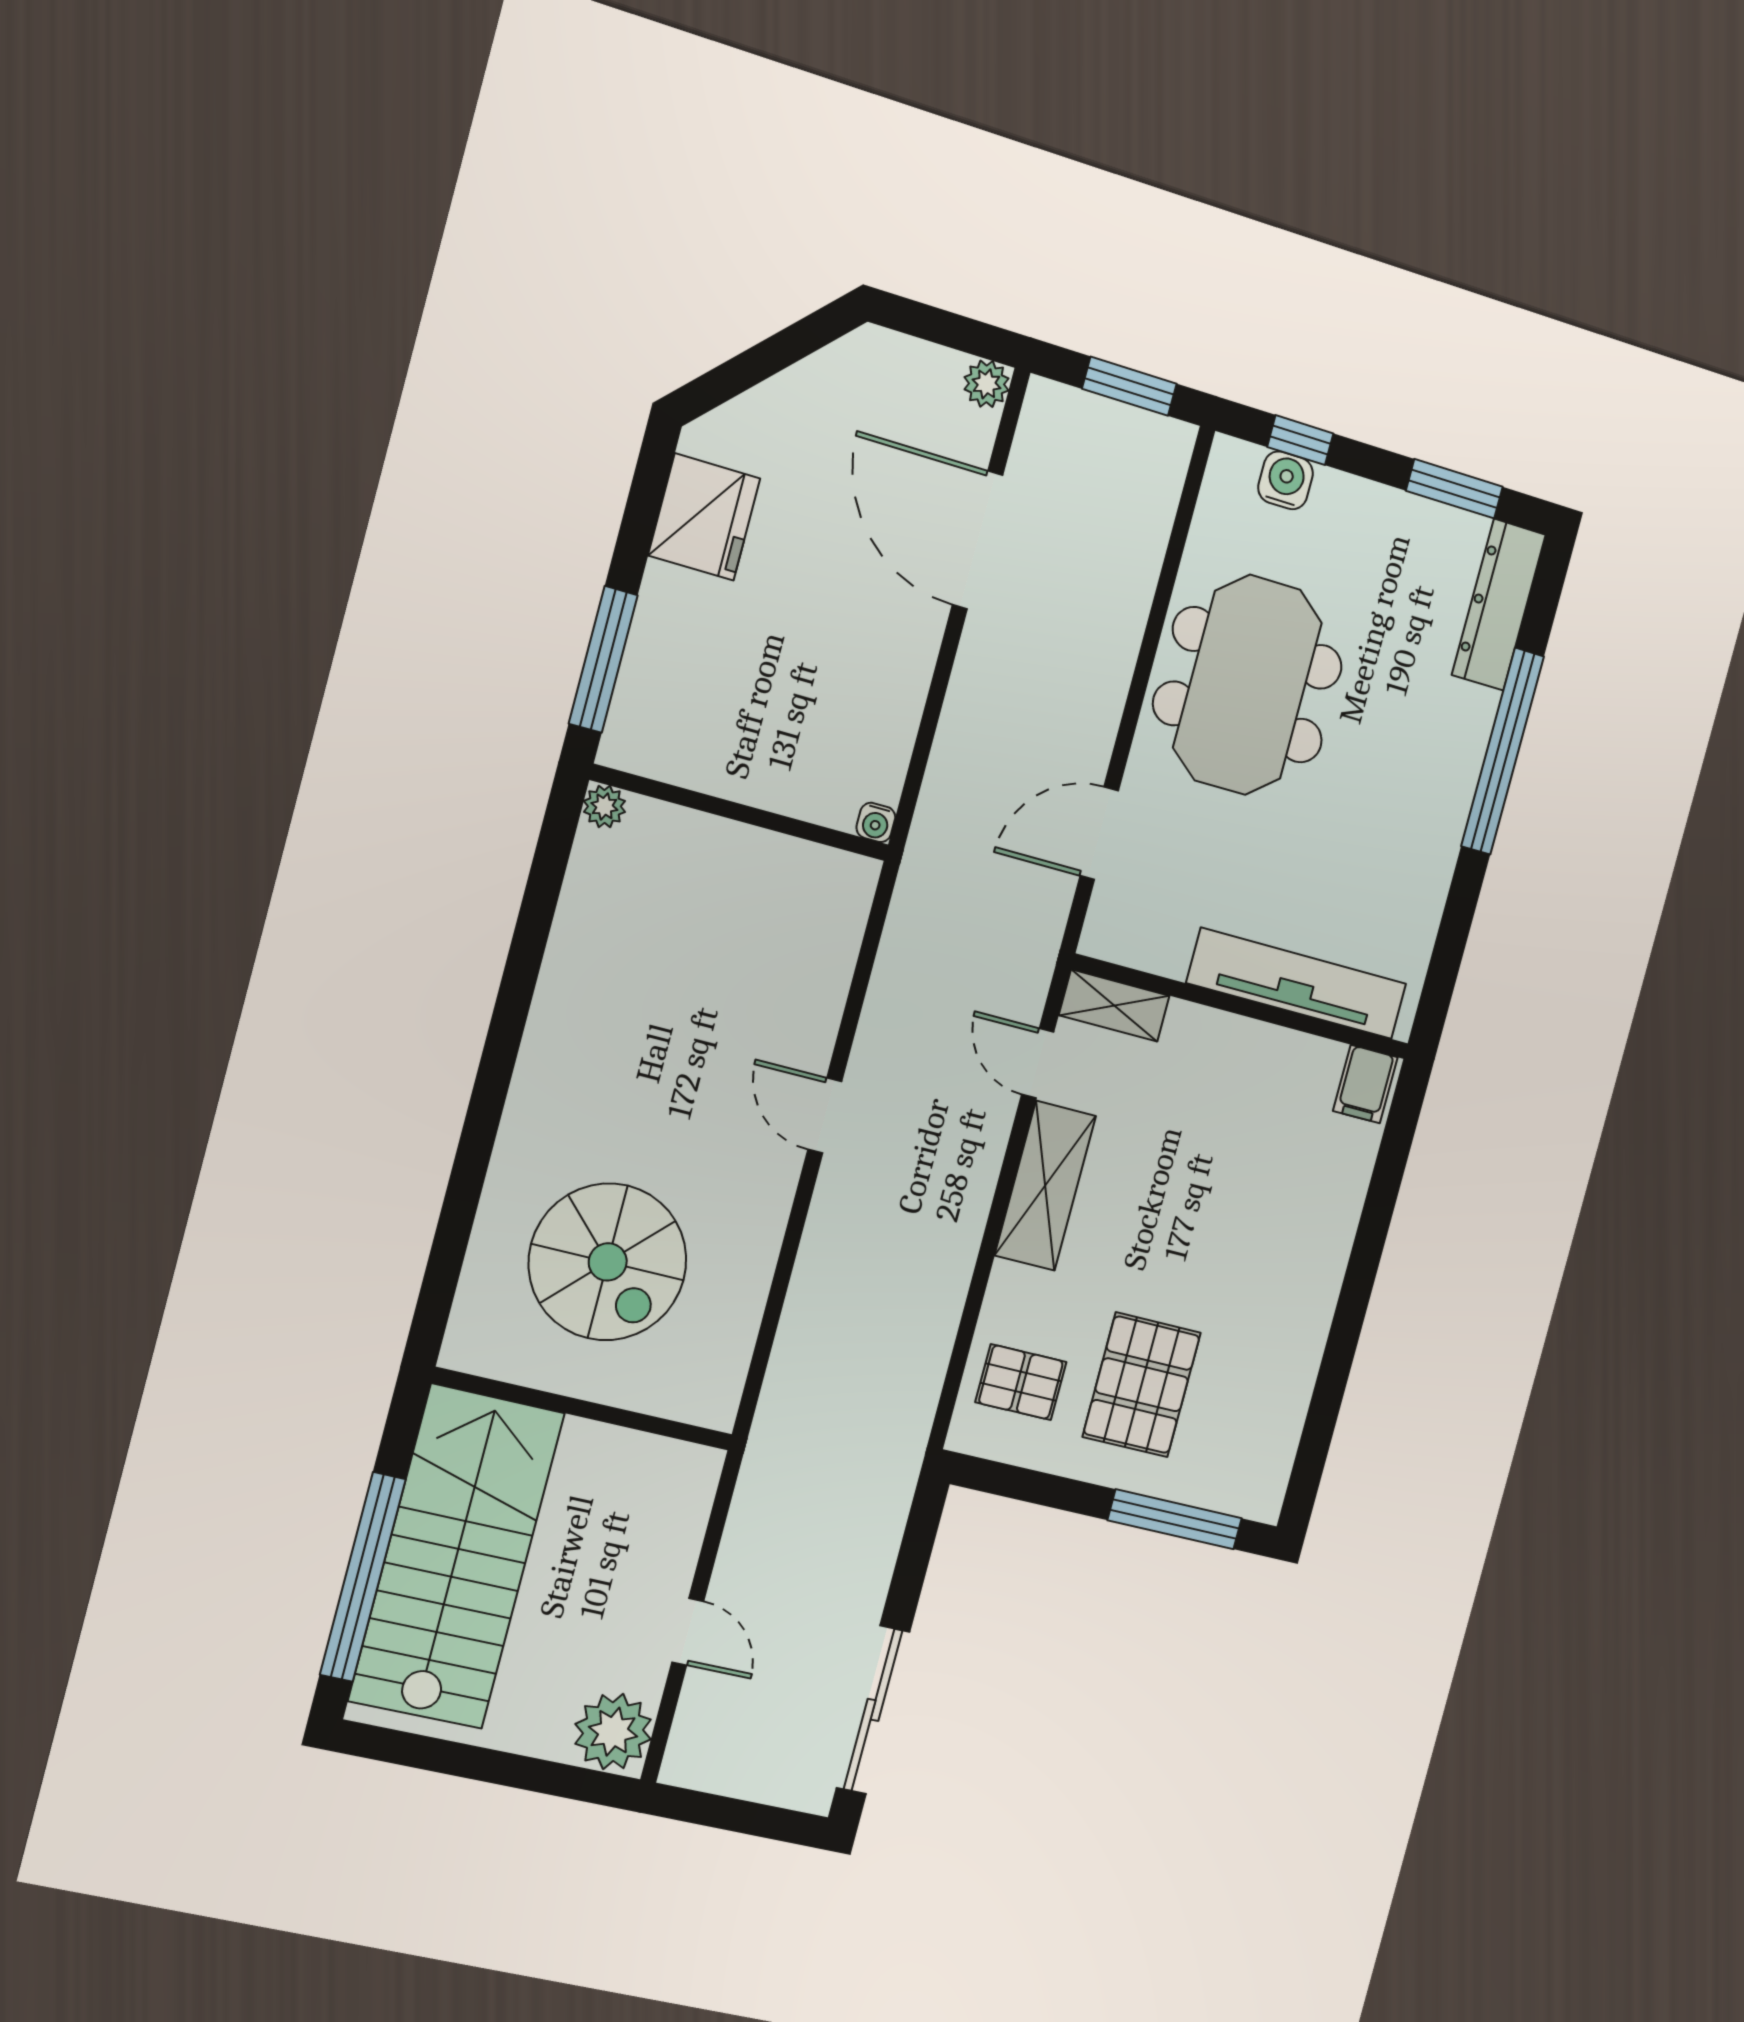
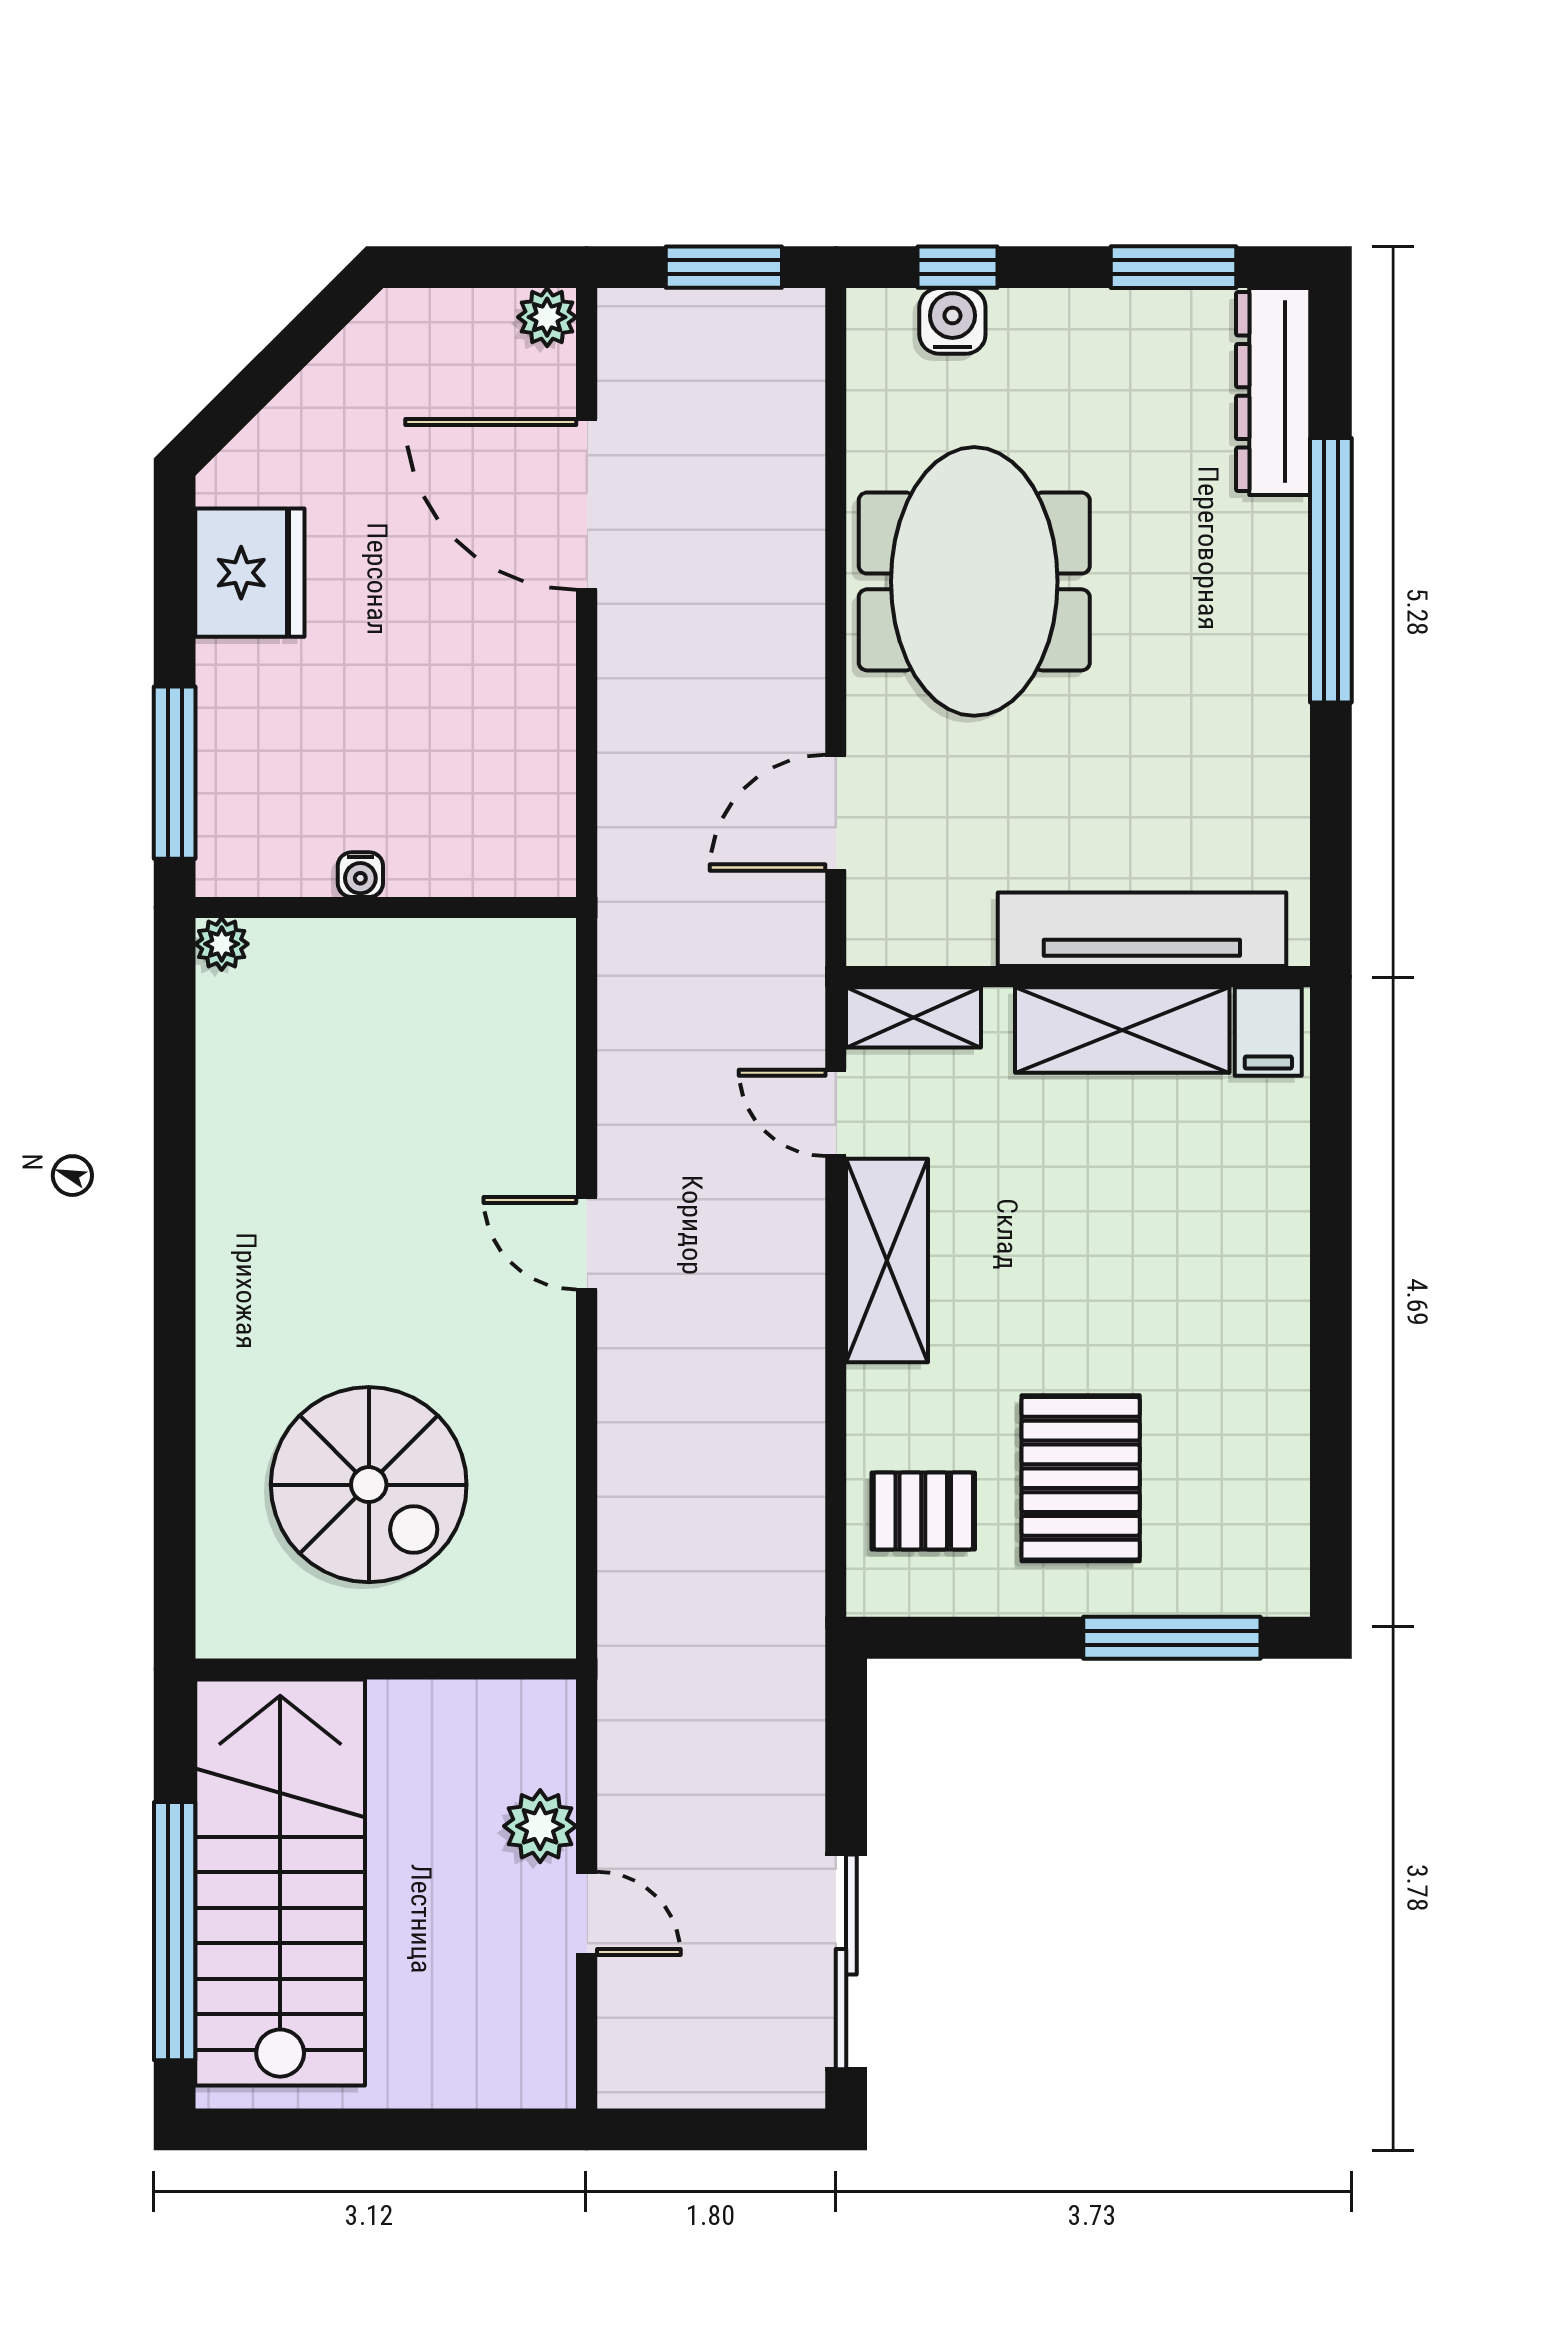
water cooler: (876, 822) -> (360, 875), moved
shelving: (1262, 1055) -> (1122, 1030), added
plant: (613, 1732) -> (540, 1826), moved, width x0.73, depth x0.73

